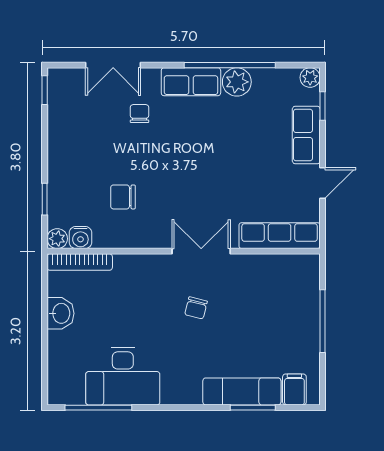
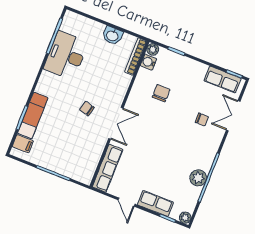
row of seats: (191, 82) -> (223, 80), moved, turned -90

